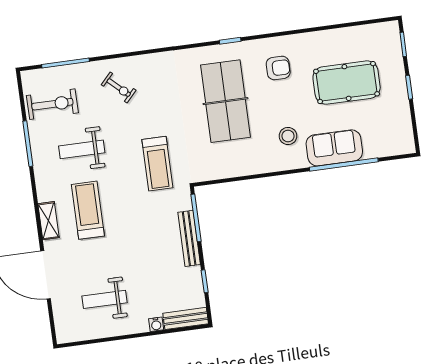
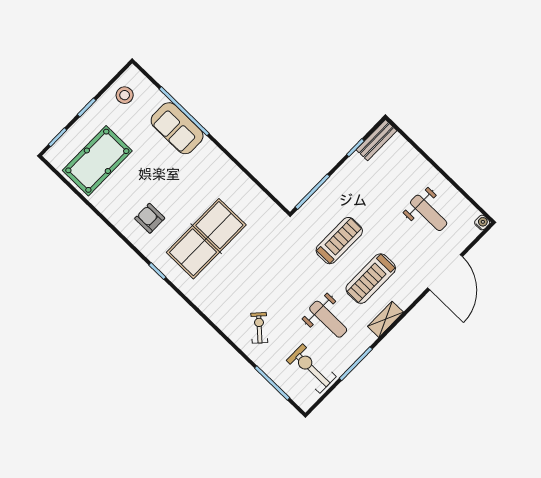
pool table: (347, 83) -> (97, 161), moved, turned 90
stool: (288, 136) -> (125, 95), moved
treadmill: (157, 164) -> (339, 241), moved
shelving: (48, 221) -> (385, 319), moved
bench: (189, 238) -> (332, 185), removed
bench: (186, 318) -> (377, 140), moved, turned 90
water cooler: (156, 324) -> (482, 223), moved

